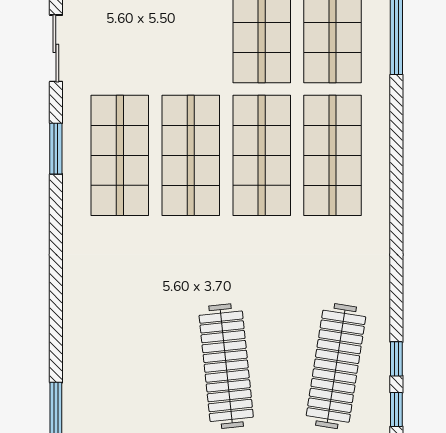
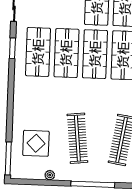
display table: (123, 383) -> (36, 143), added

